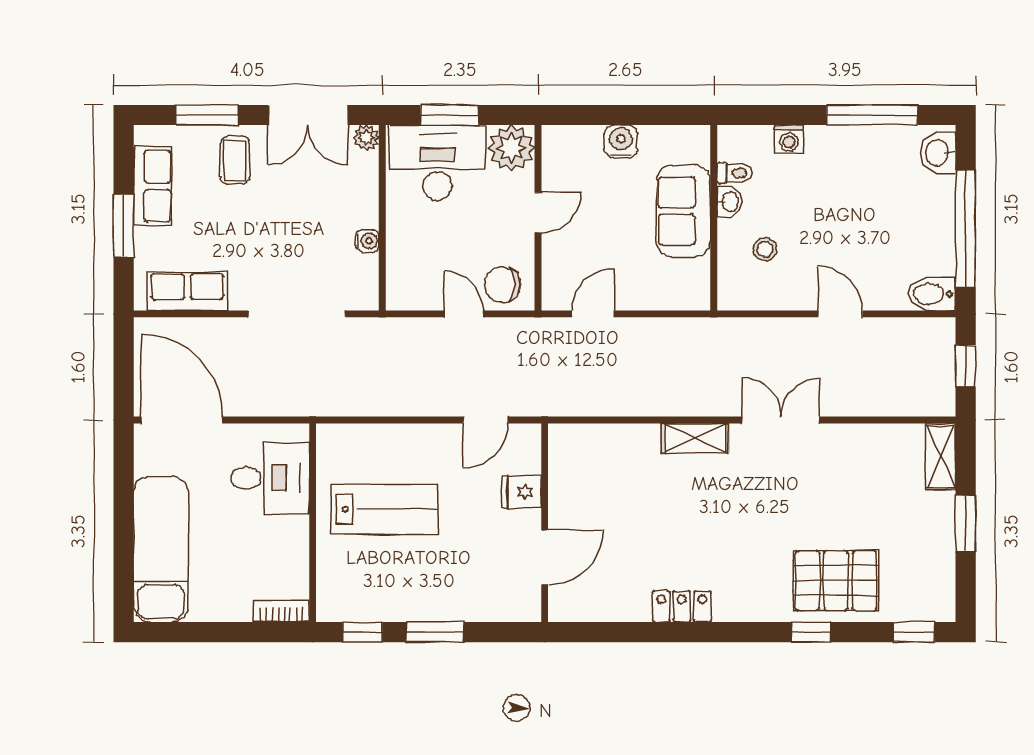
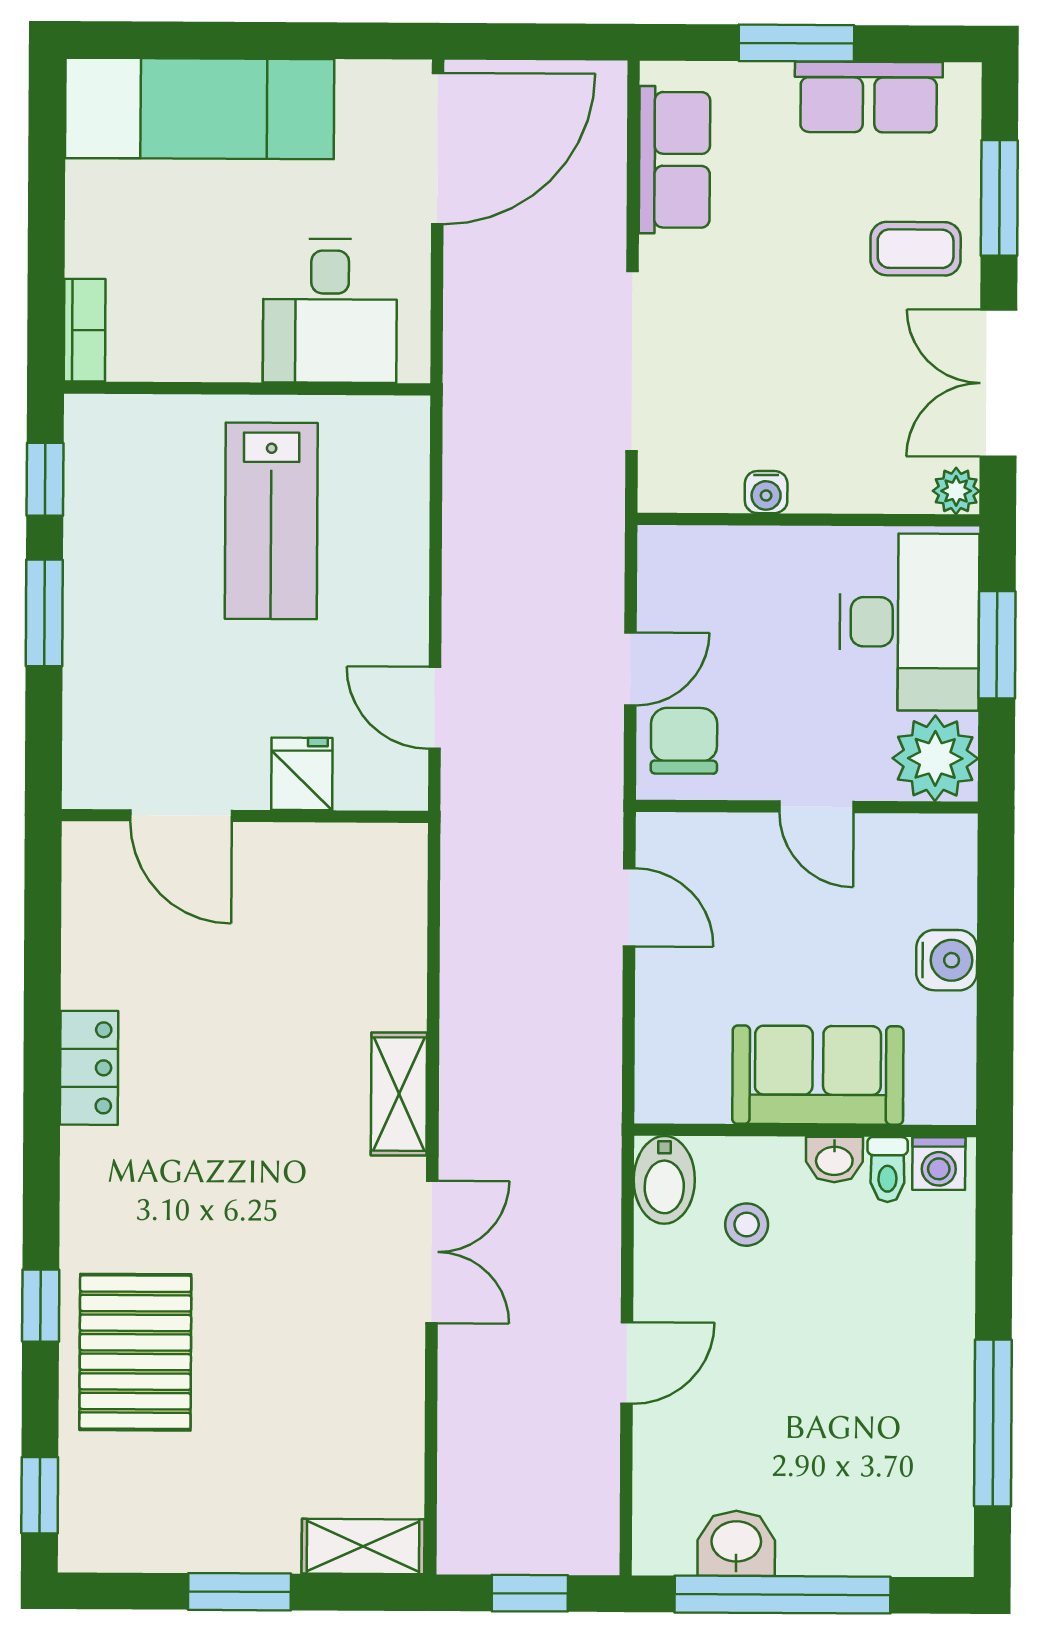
washing machine: (789, 139) -> (939, 1164), moved, turned -90
washbasin: (938, 153) -> (736, 1543), moved
bidet: (932, 294) -> (664, 1180), moved, turned 180

